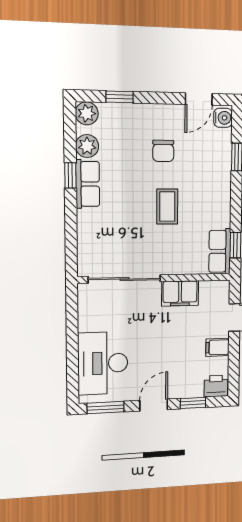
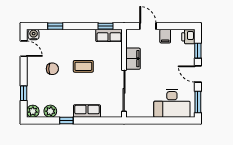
row of seats: (88, 184) -> (87, 111), moved

